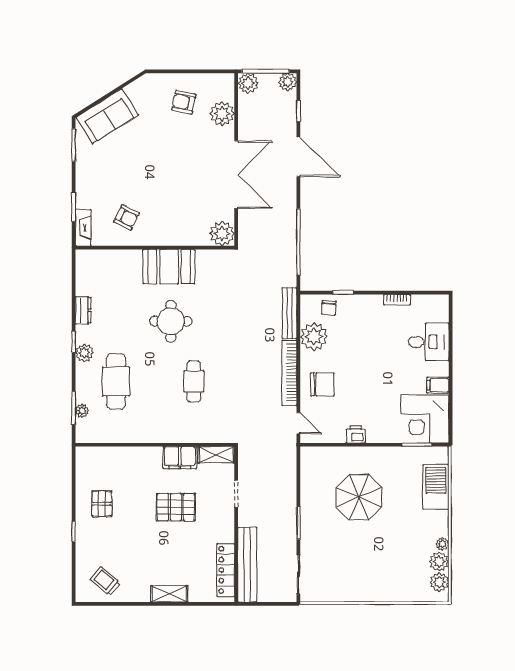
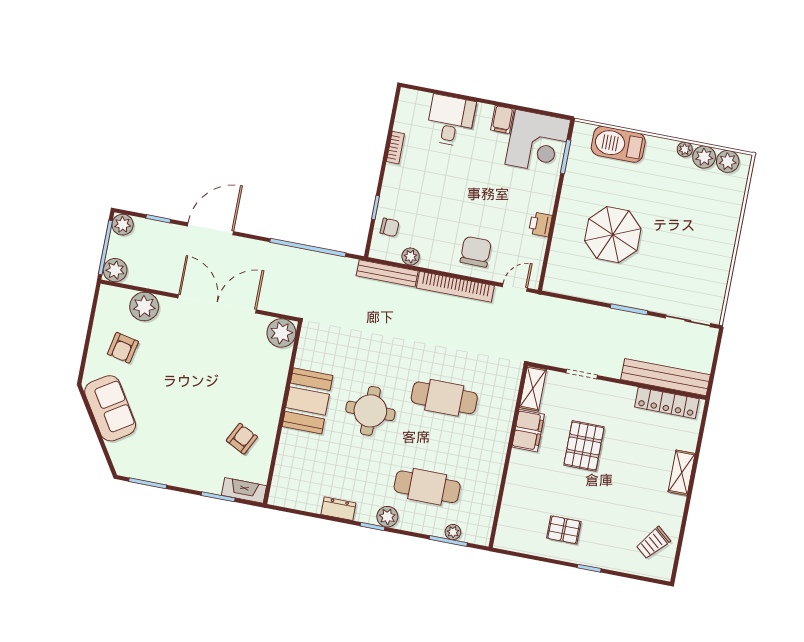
sofa: (107, 116) -> (110, 408), moved
plant: (314, 337) -> (411, 257), width x0.53, depth x0.53
cafe table: (194, 381) -> (444, 398), width x1.37, depth x1.35

